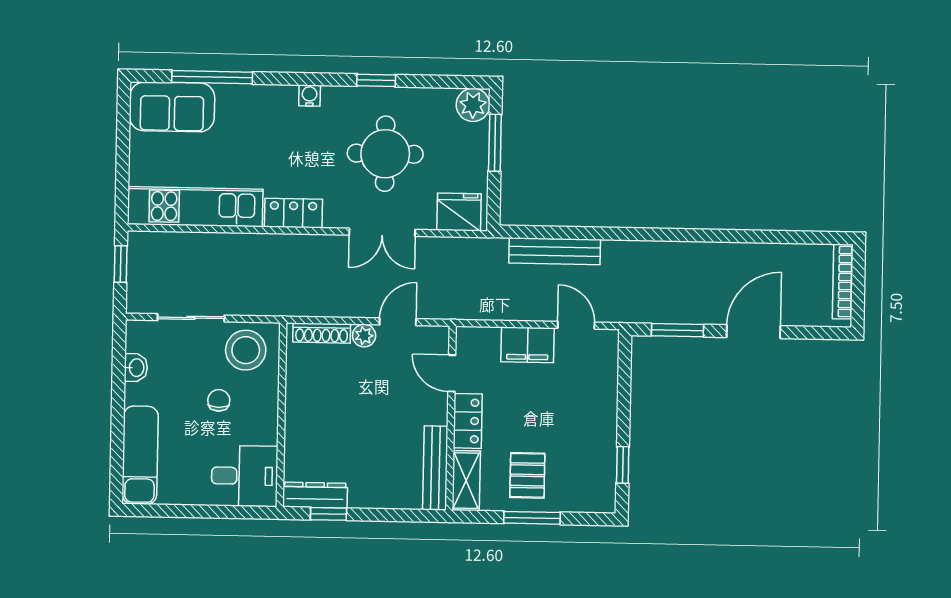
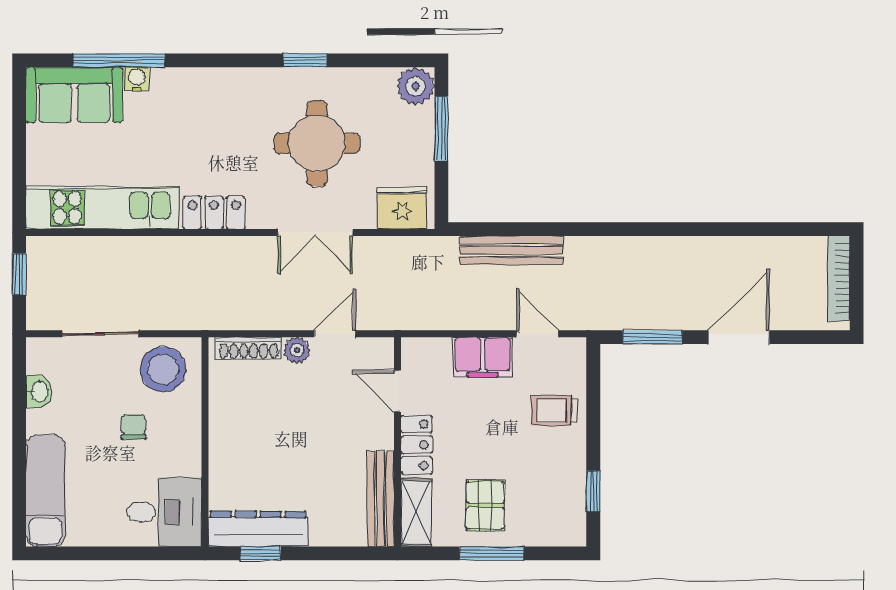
water cooler: (310, 96) -> (137, 79), moved
trolley: (590, 393) -> (555, 410), added
dresser: (315, 495) -> (258, 529), width x1.37, depth x1.24

